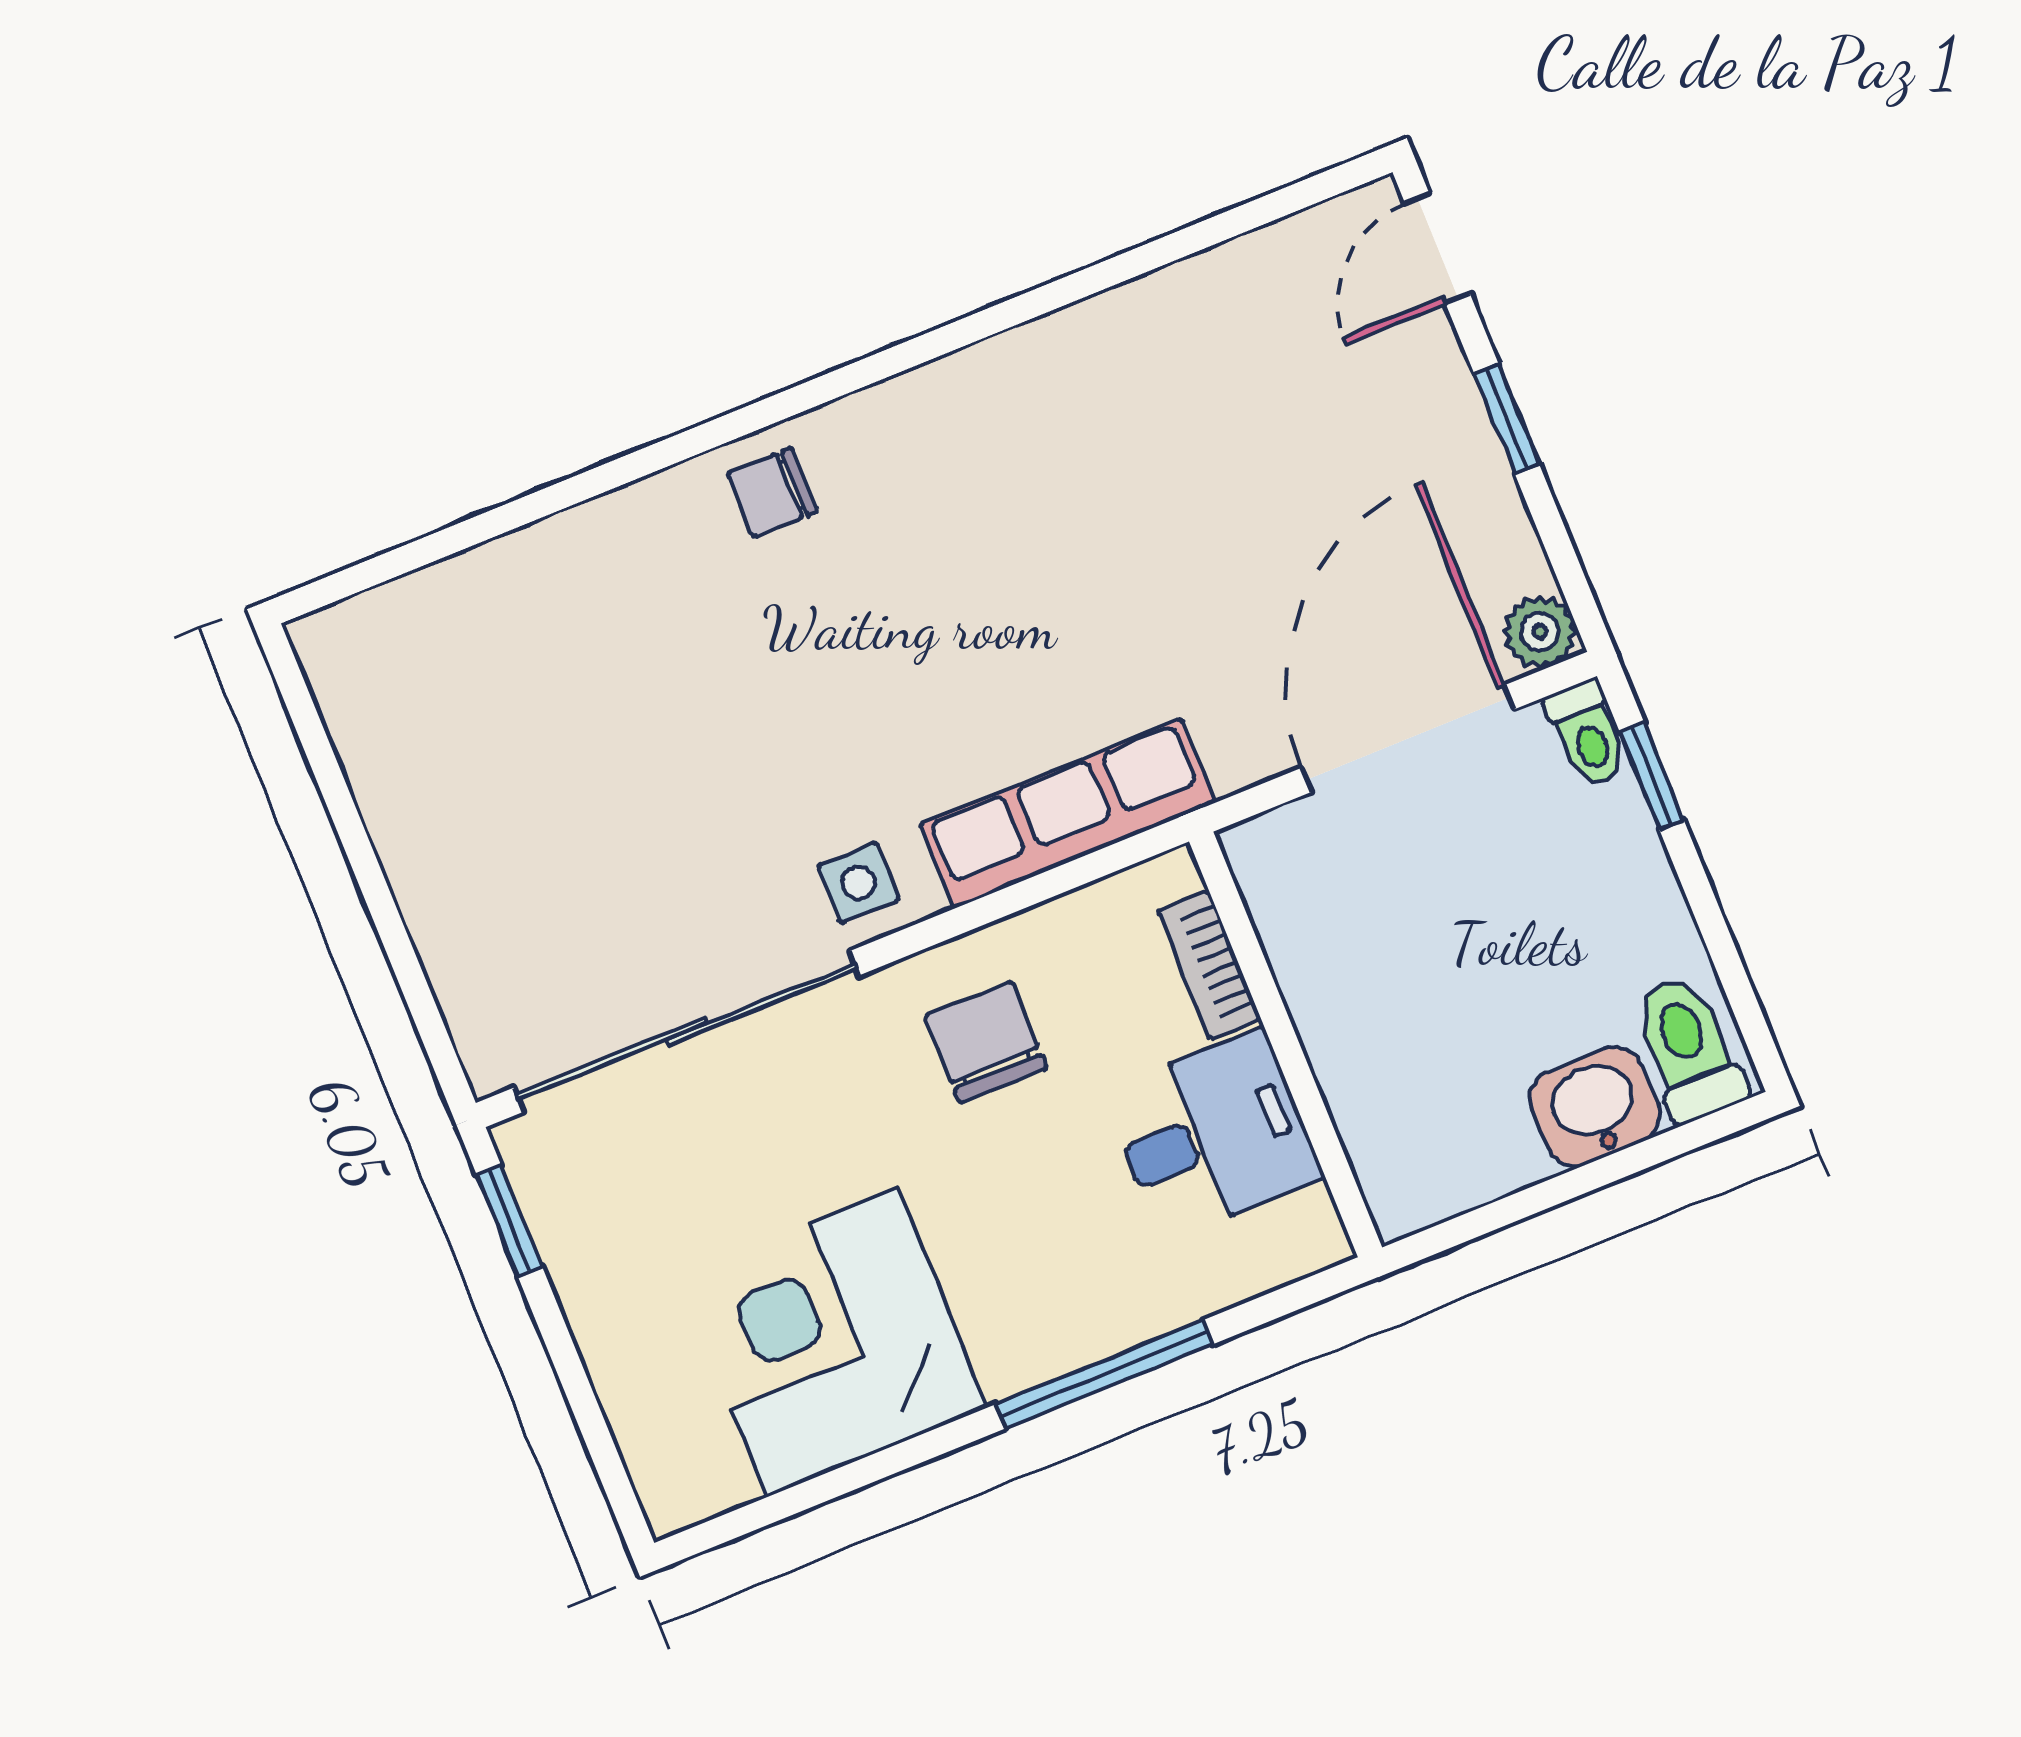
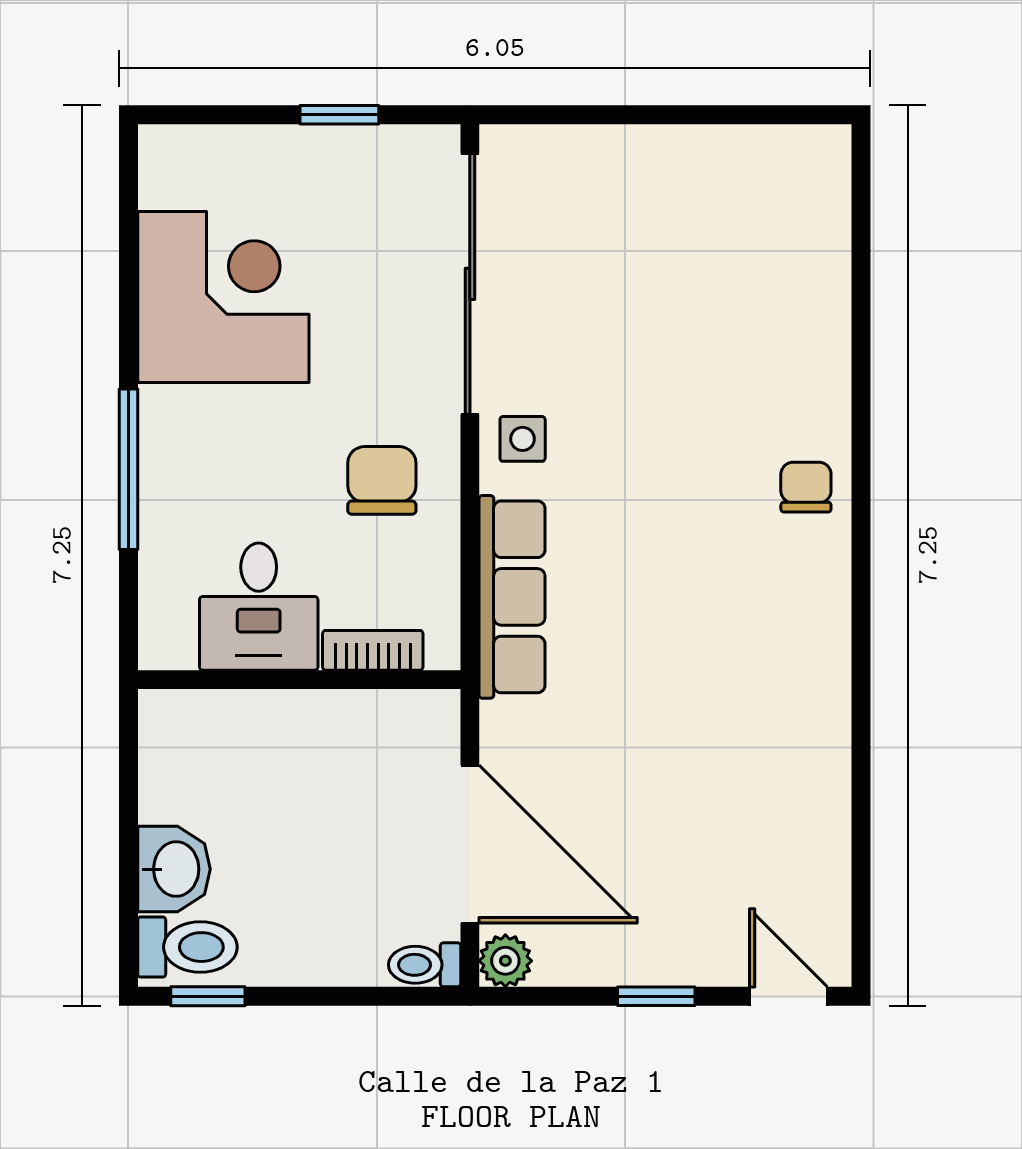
window: (1652, 776) -> (208, 996), moved
chair: (986, 1042) -> (382, 480), turned -90
window: (509, 1221) -> (339, 115), moved

